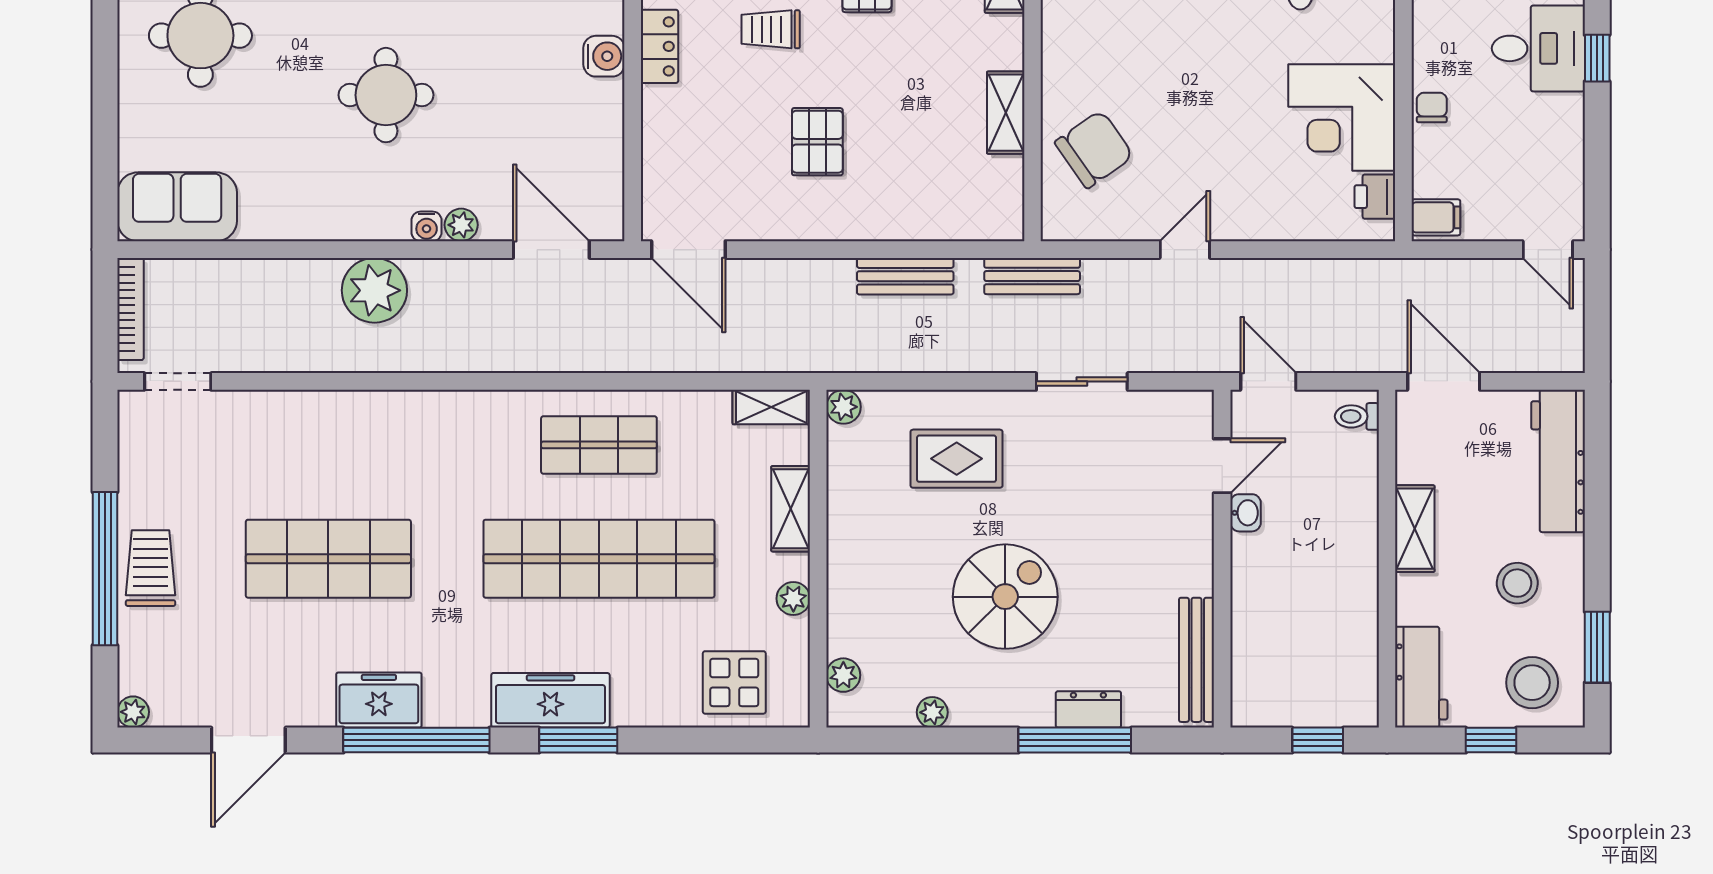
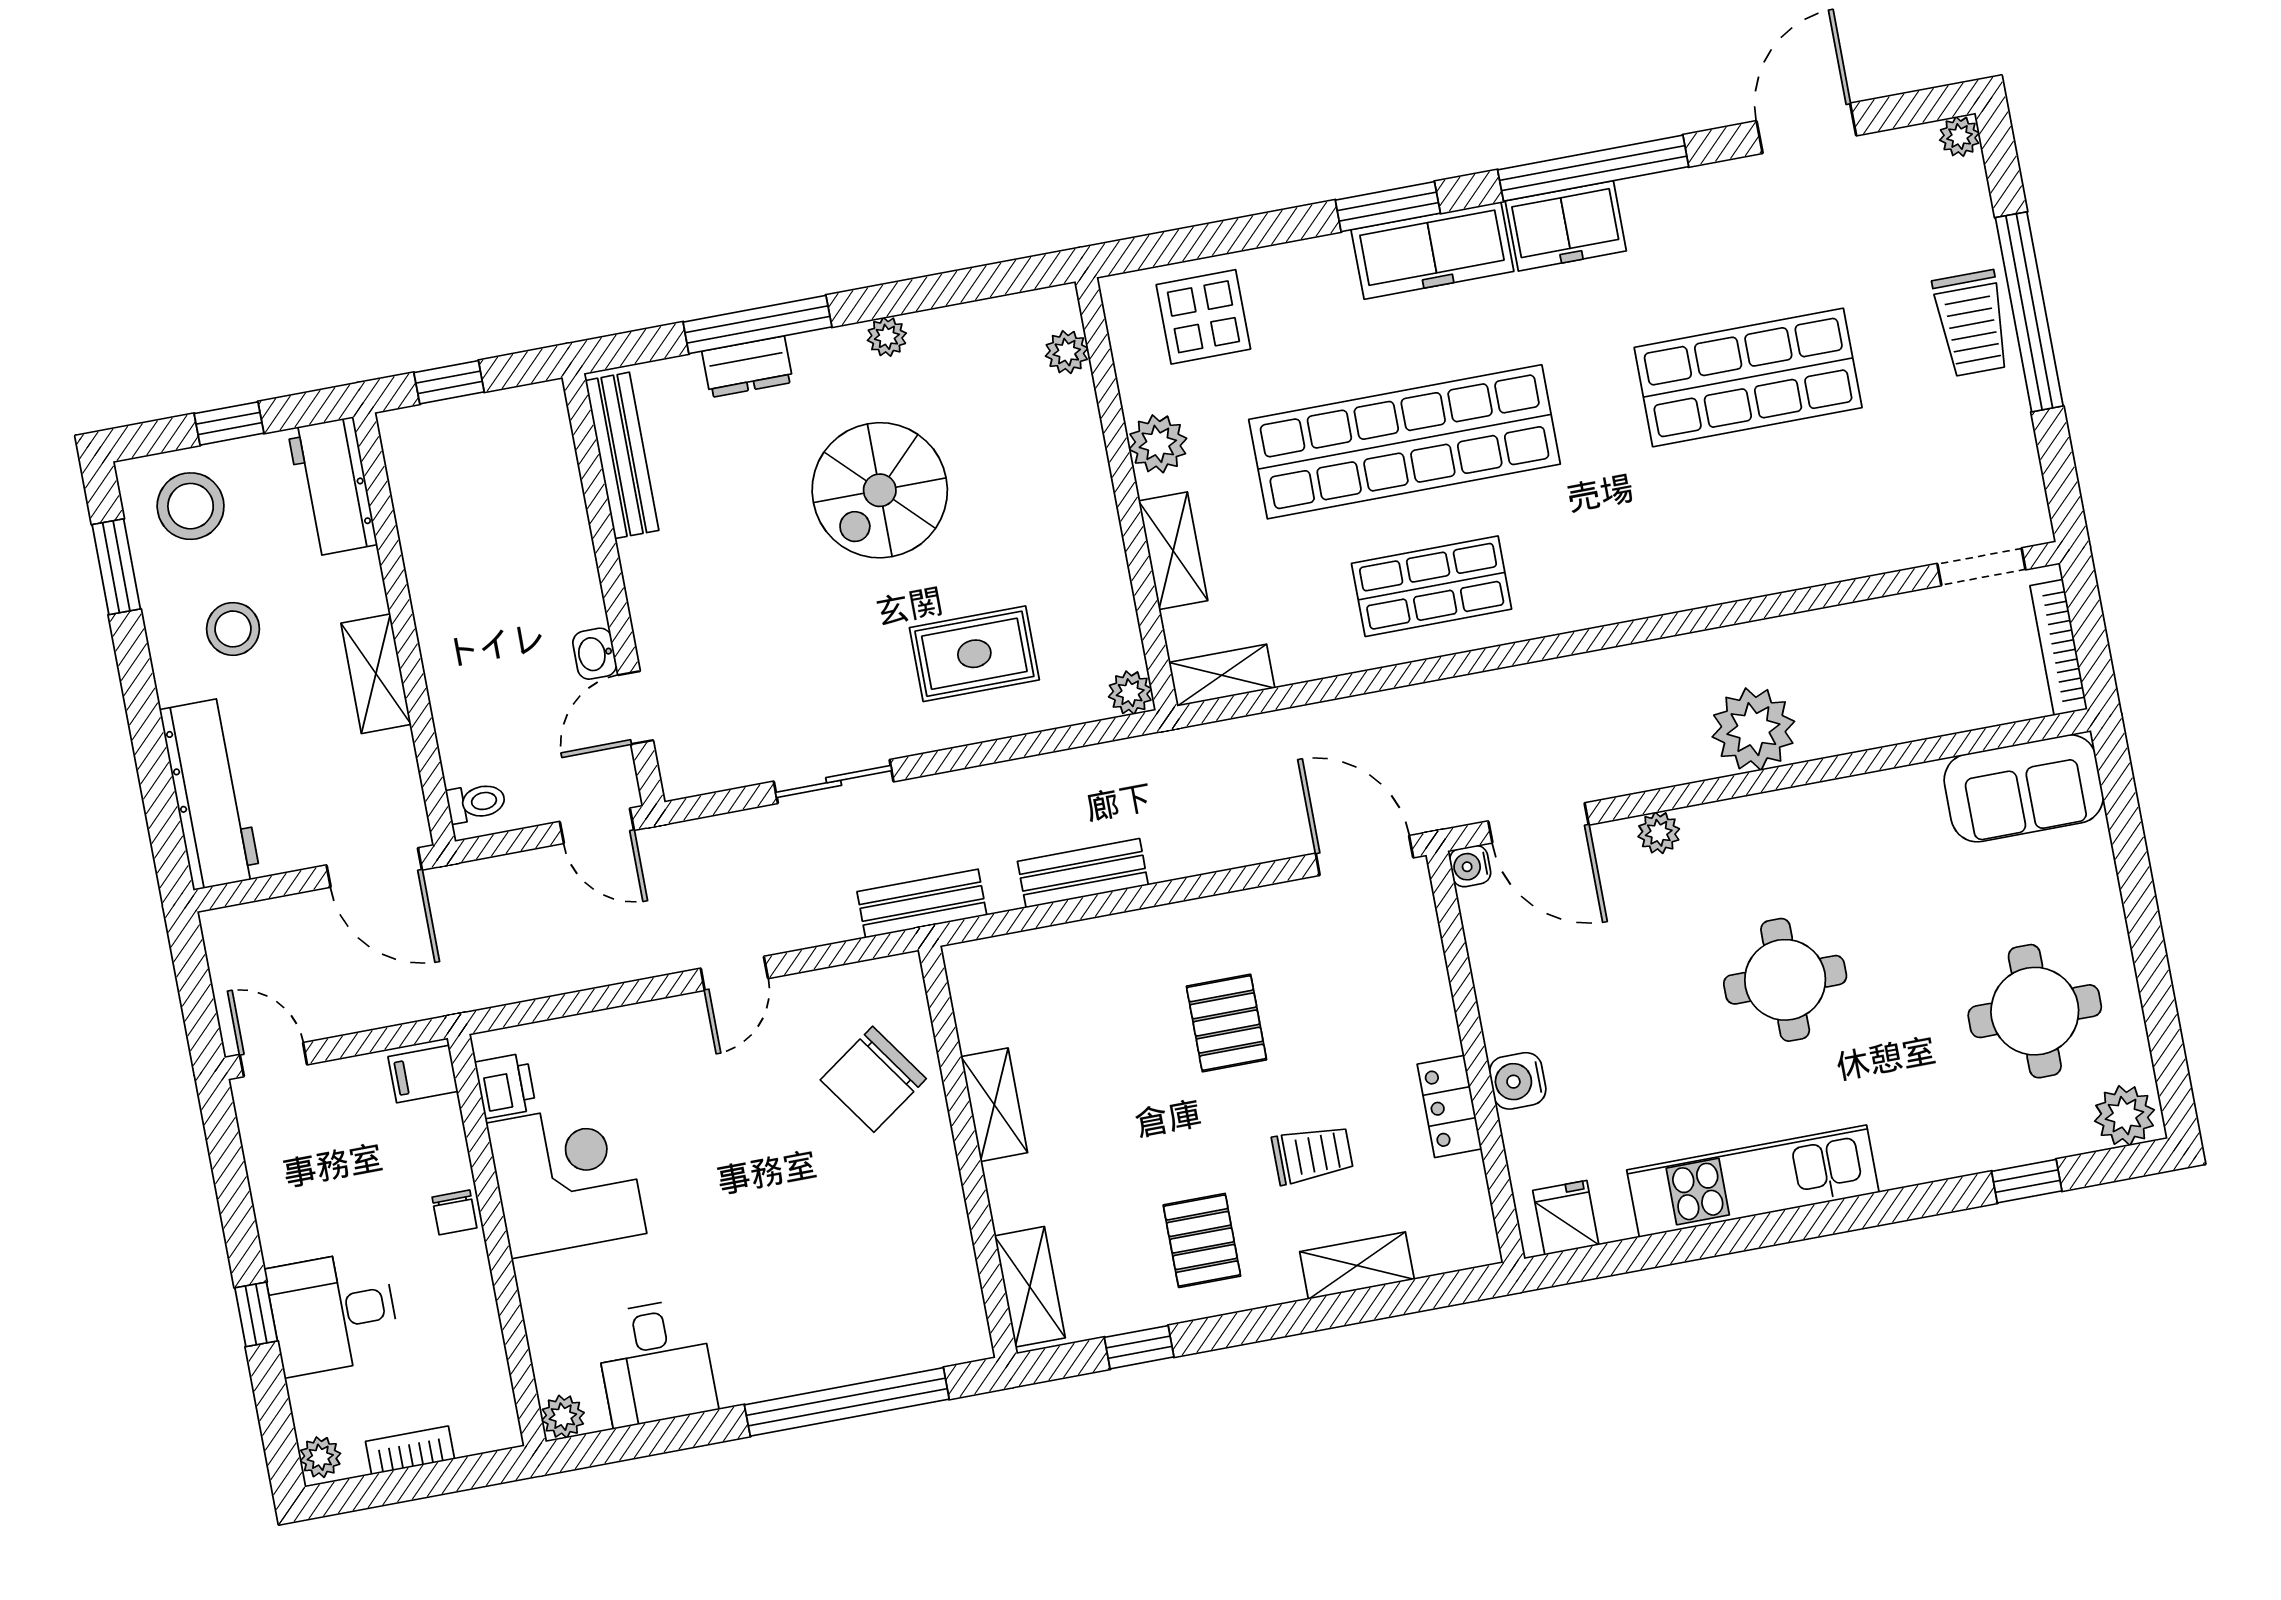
water cooler: (427, 226) -> (1470, 866), moved, turned -90
plant: (793, 599) -> (1158, 444), width x1.38, depth x1.38
freezer: (379, 700) -> (1566, 226), moved
plant: (932, 712) -> (887, 337), moved

